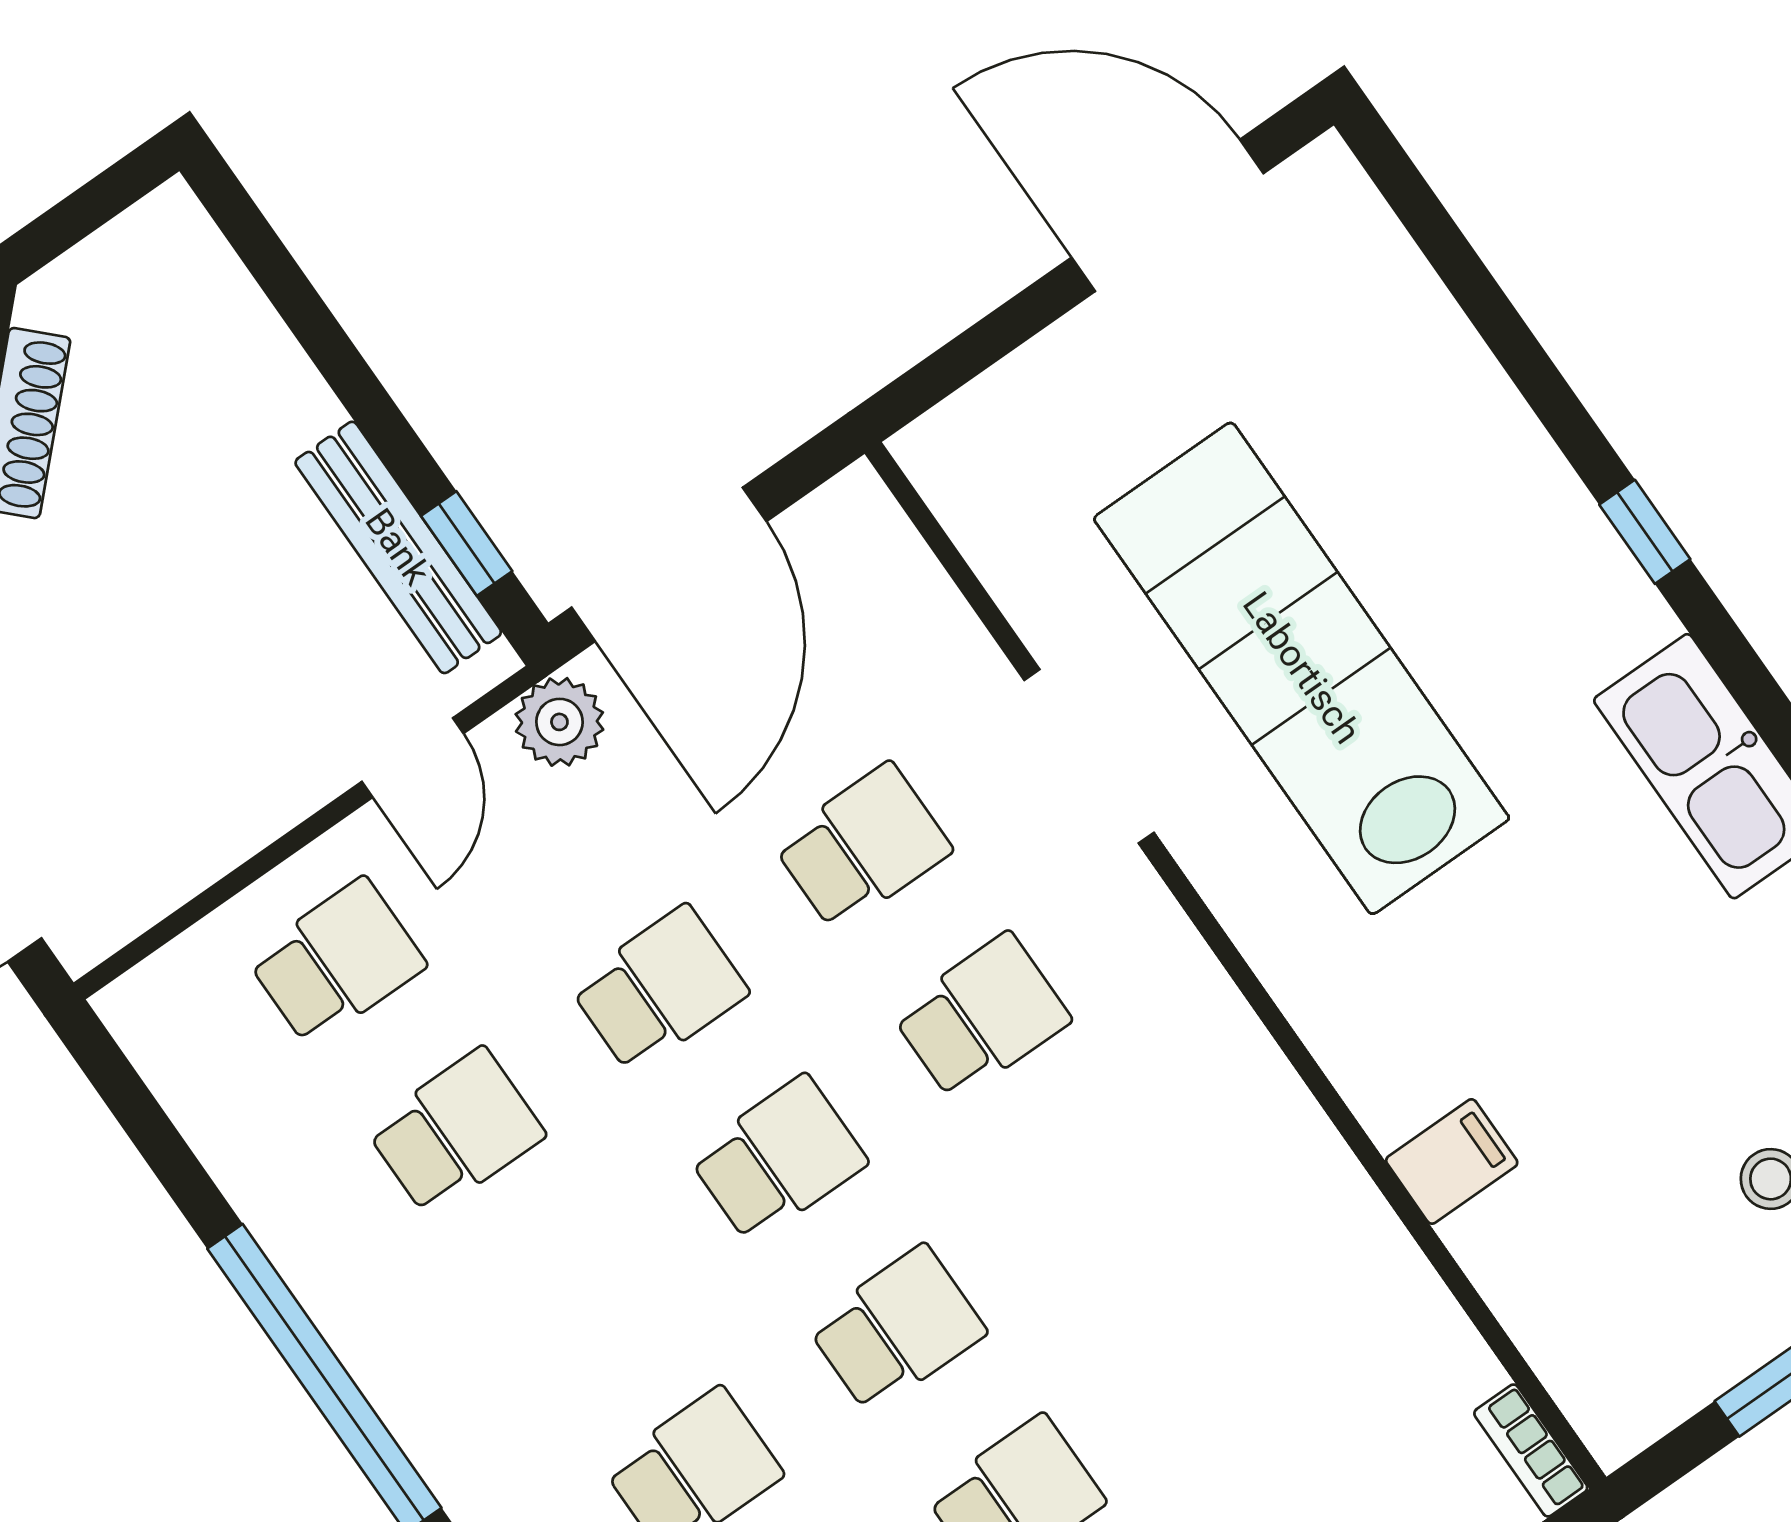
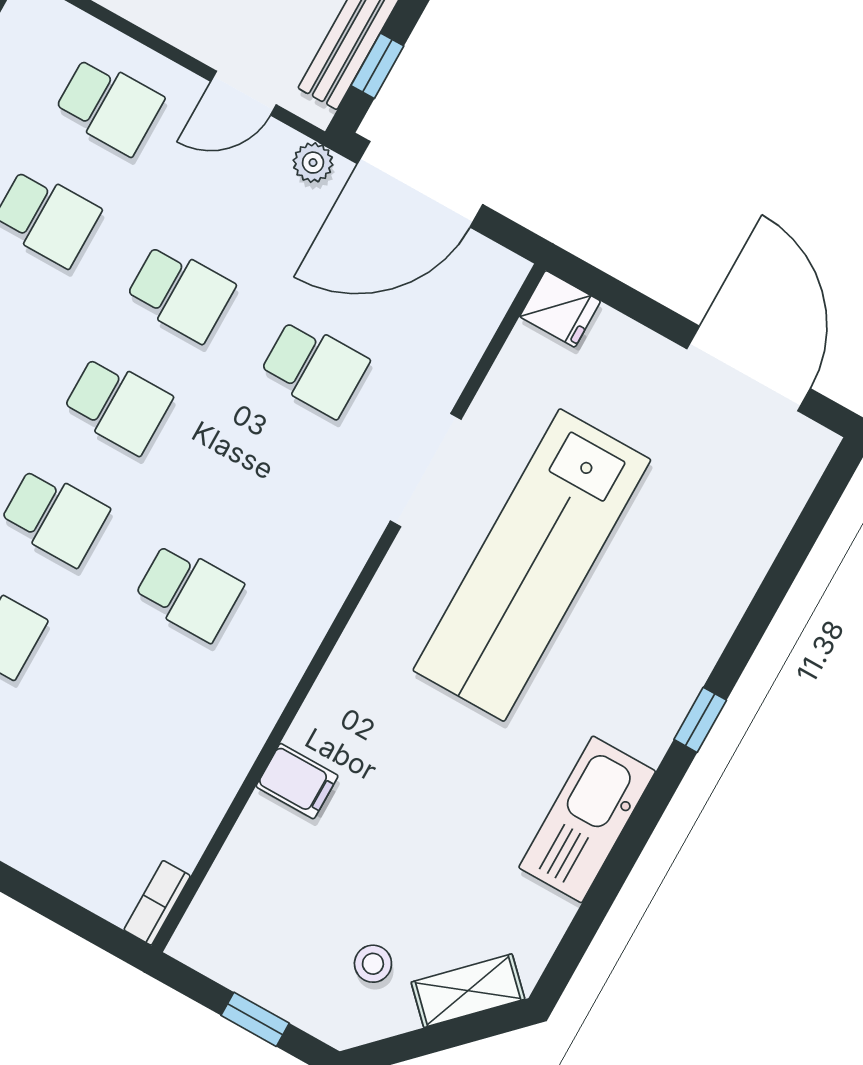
fridge: (949, 448) -> (560, 309), added
lab bench: (1302, 668) -> (532, 565), turned 180
plant: (559, 722) -> (313, 163), width x0.73, depth x0.73
school desk: (981, 1017) -> (189, 592), moved

